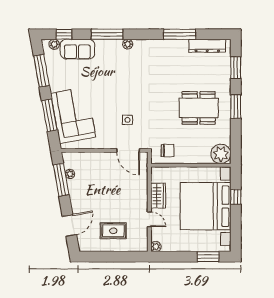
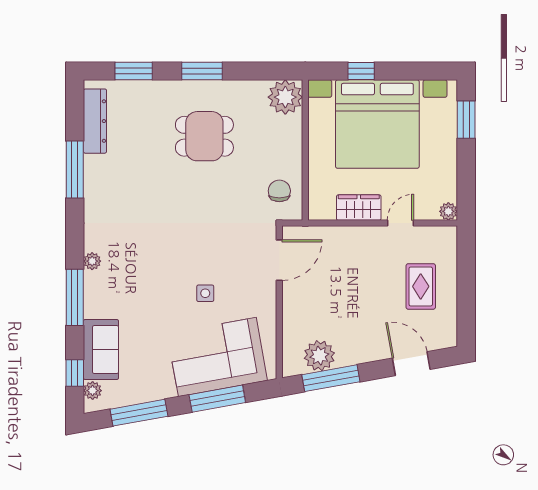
dining table: (199, 108) -> (204, 136), width x0.73
side table: (127, 120) -> (205, 293), moved
plant: (70, 174) -> (319, 356), width x1.88, depth x1.88

